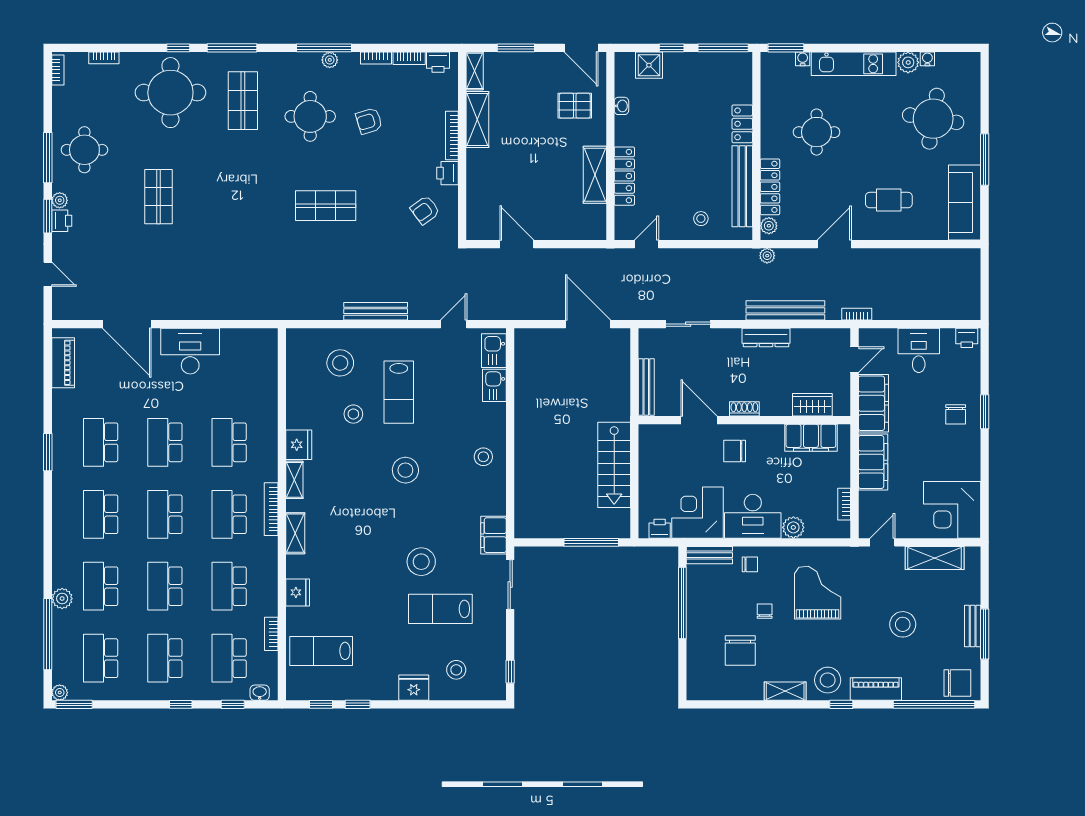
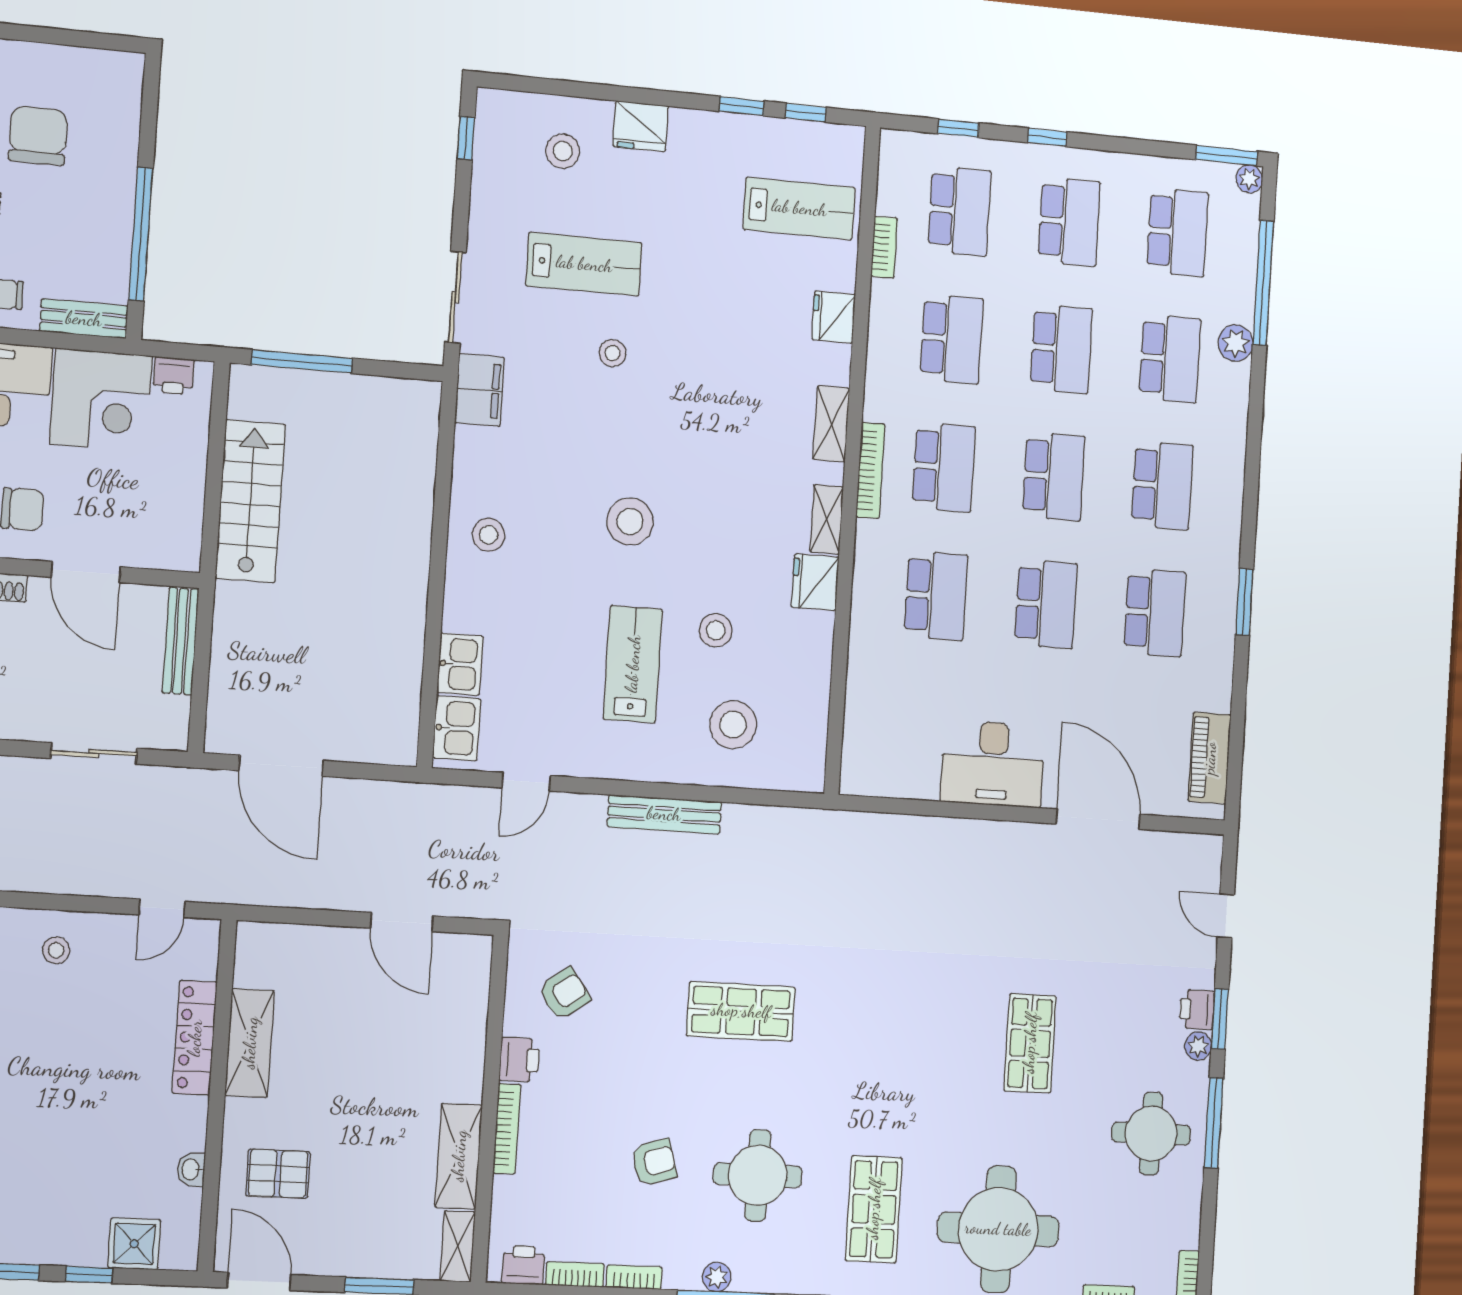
stool: (421, 562) -> (613, 353), width x0.53, depth x0.53
washbasin: (260, 693) -> (911, 144), removed

